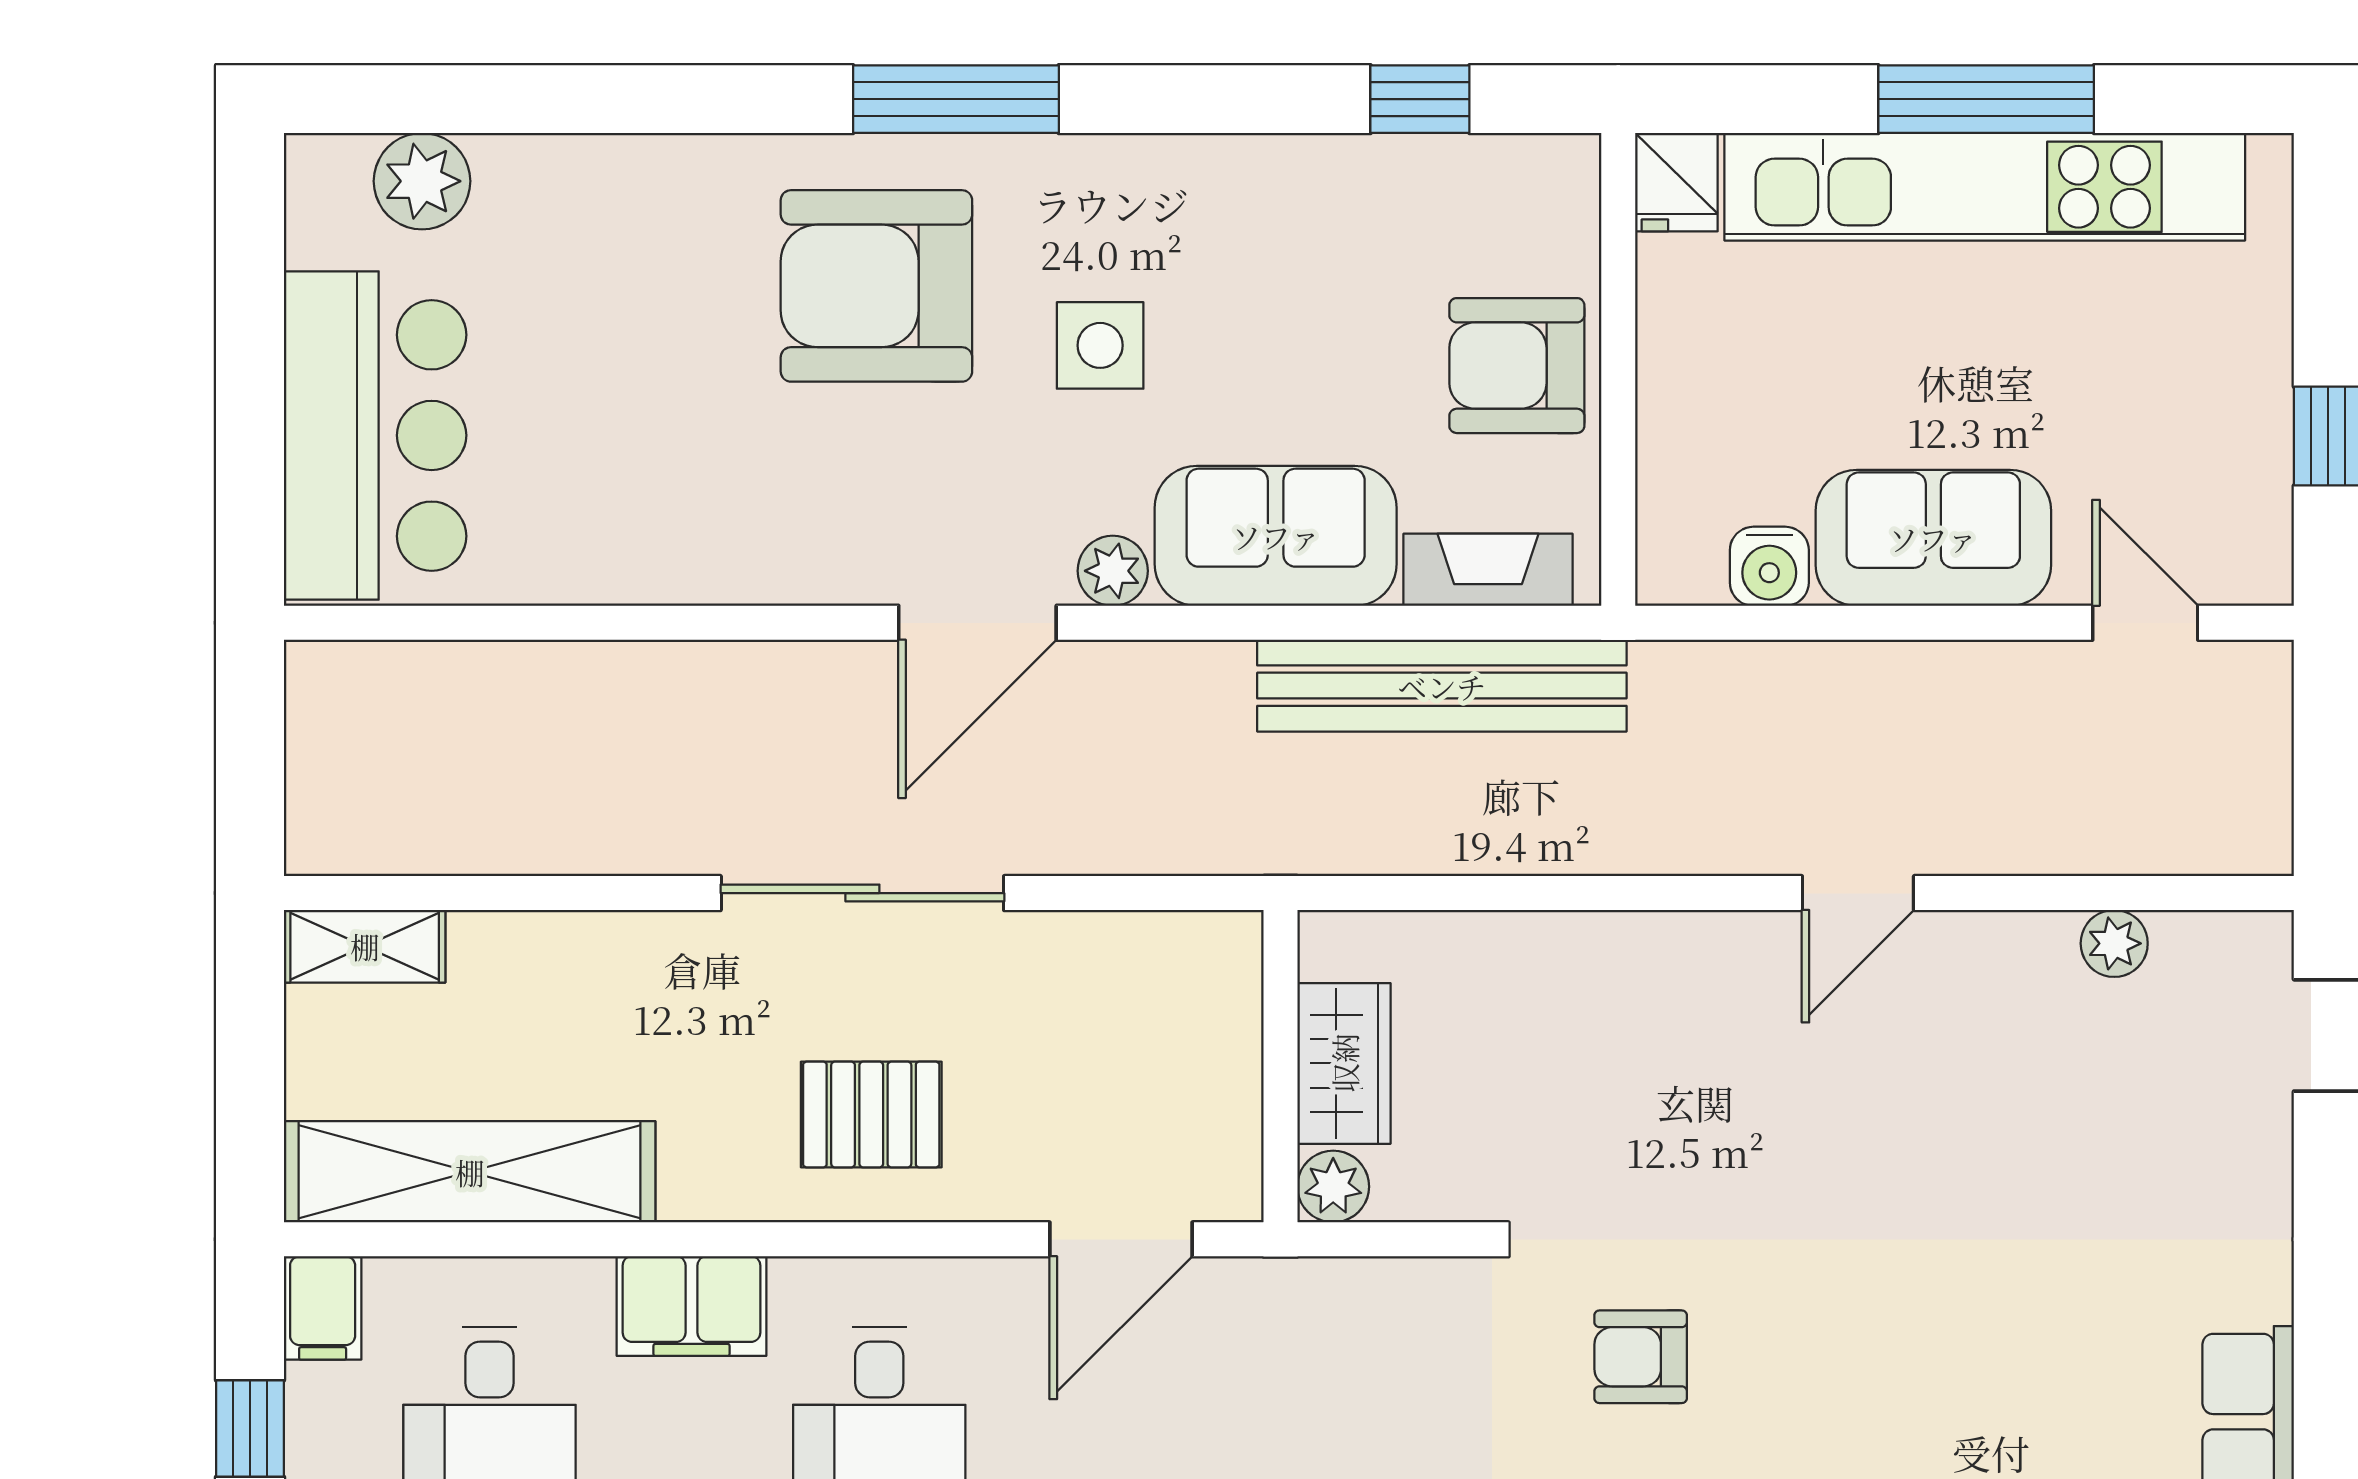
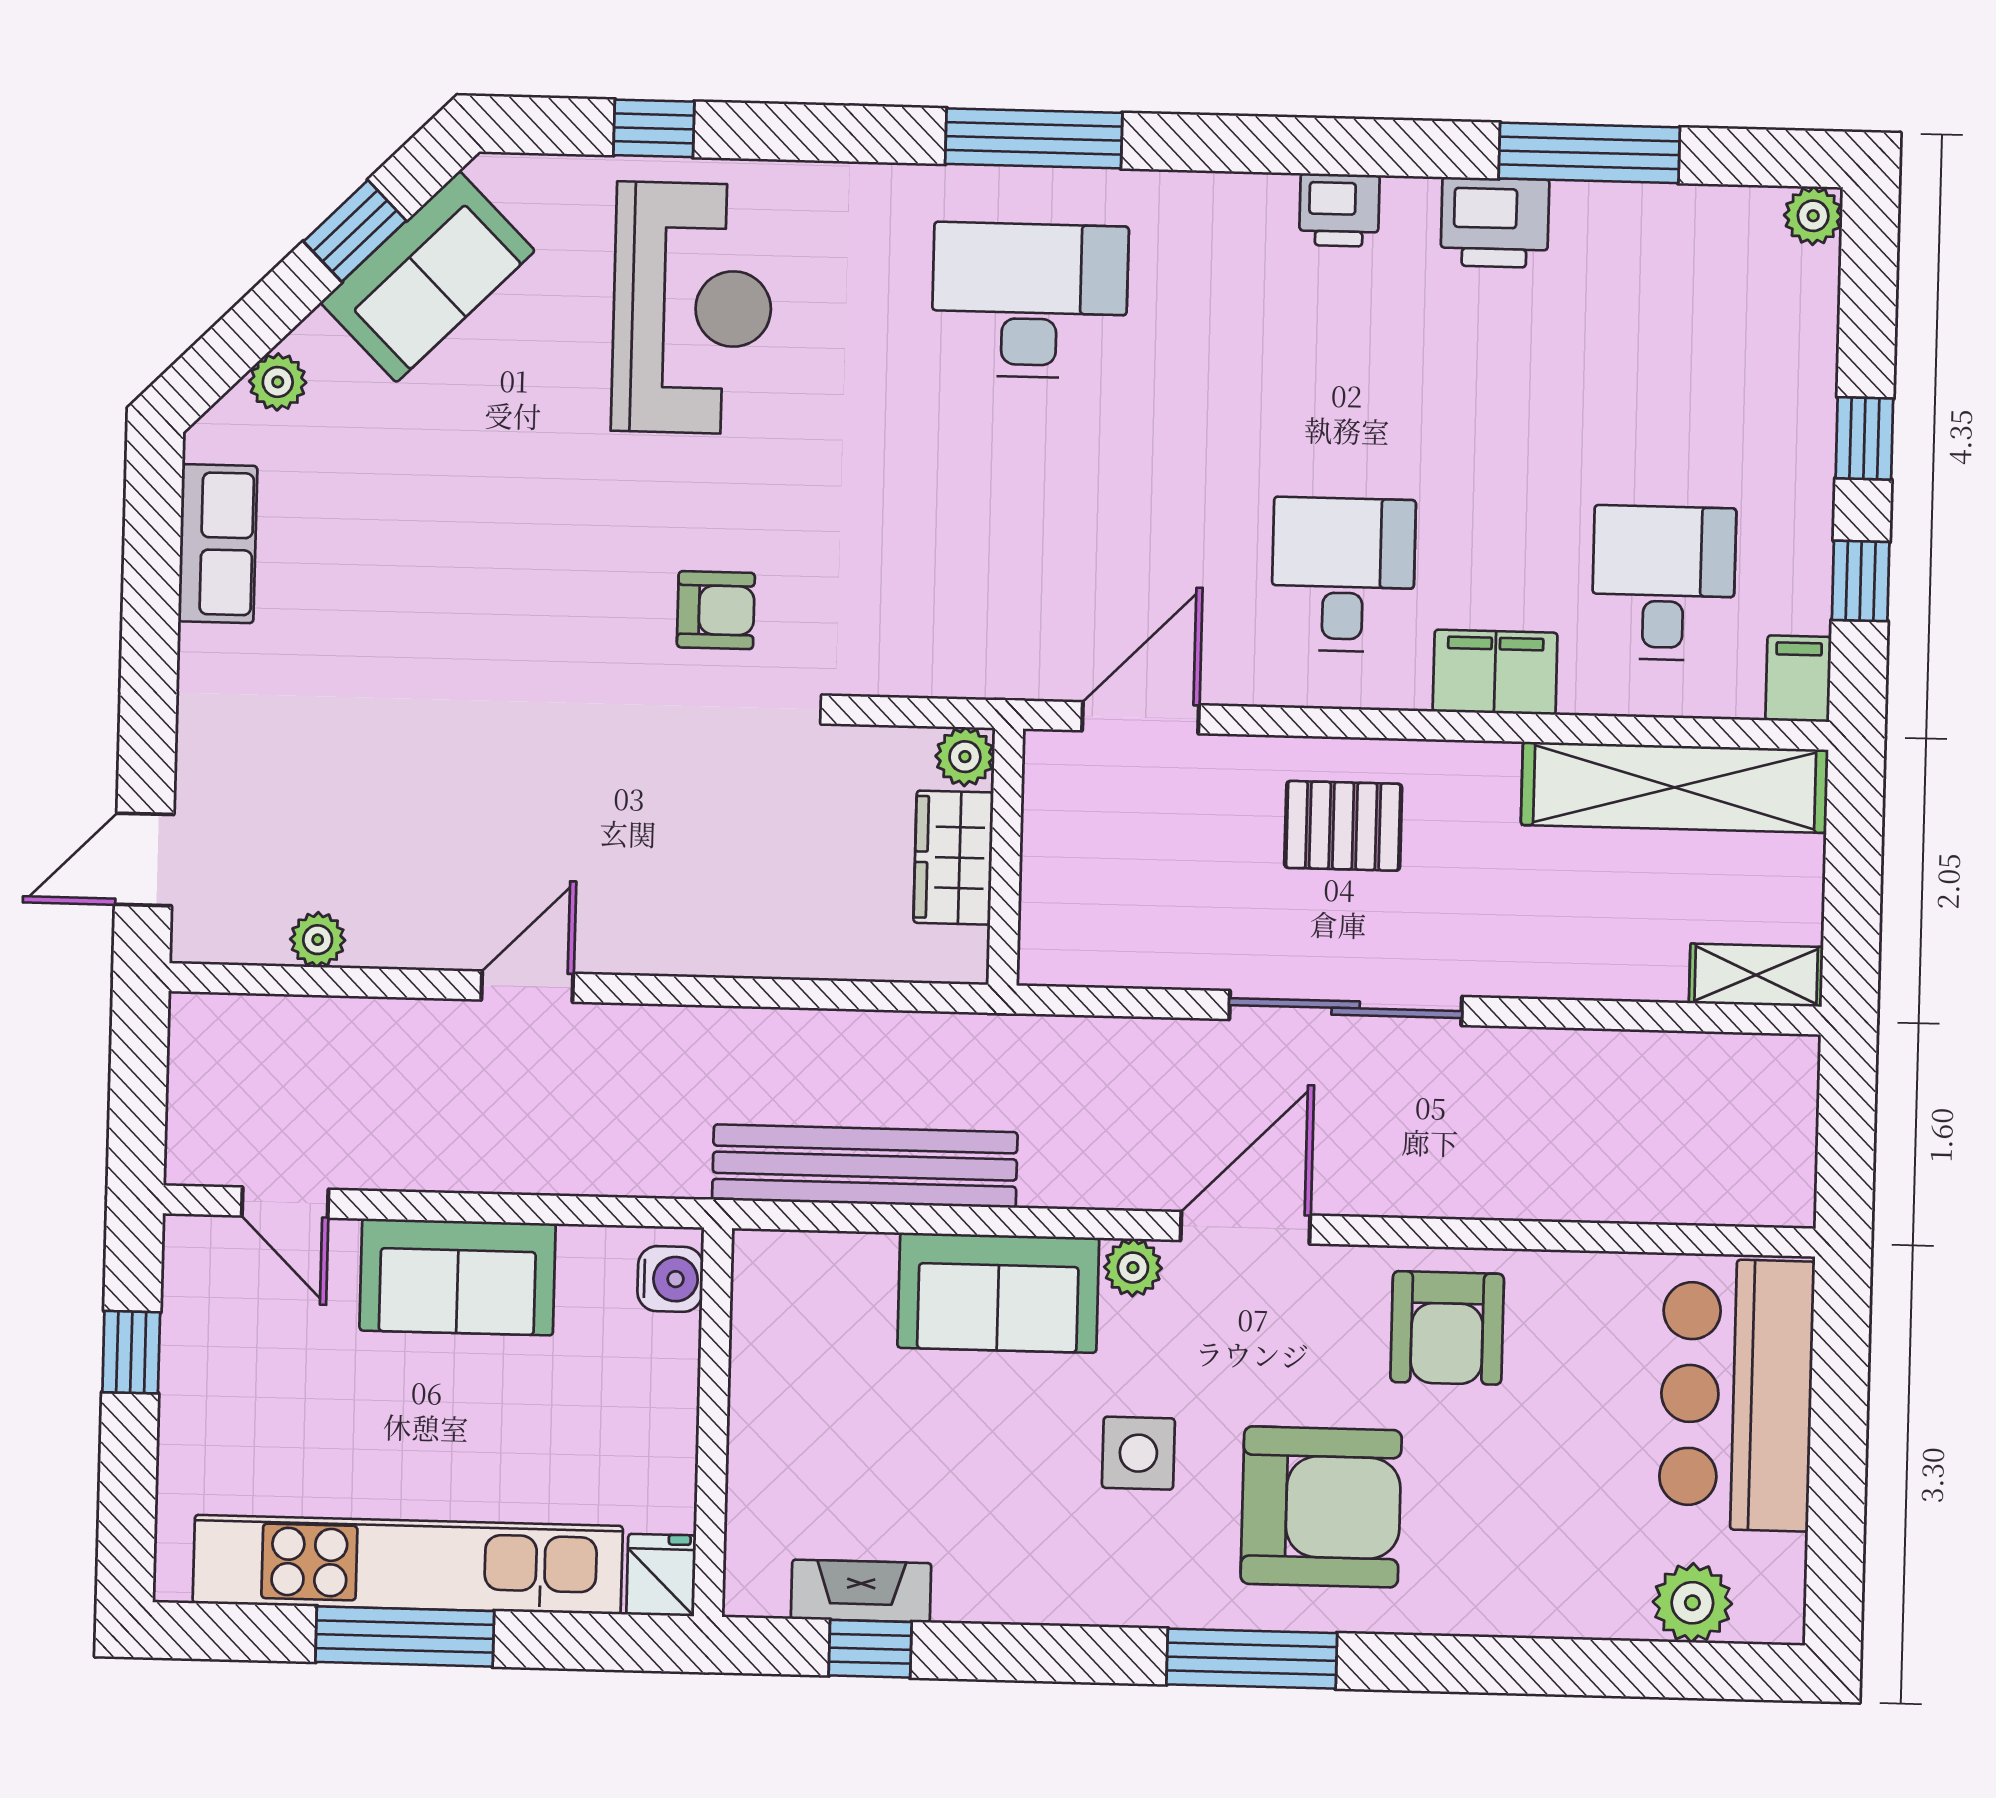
armchair: (1517, 366) -> (1447, 1328), moved, turned 90
water cooler: (1769, 566) -> (670, 1279), moved, turned 90
fireplace: (1488, 570) -> (861, 1591), moved, turned 180

